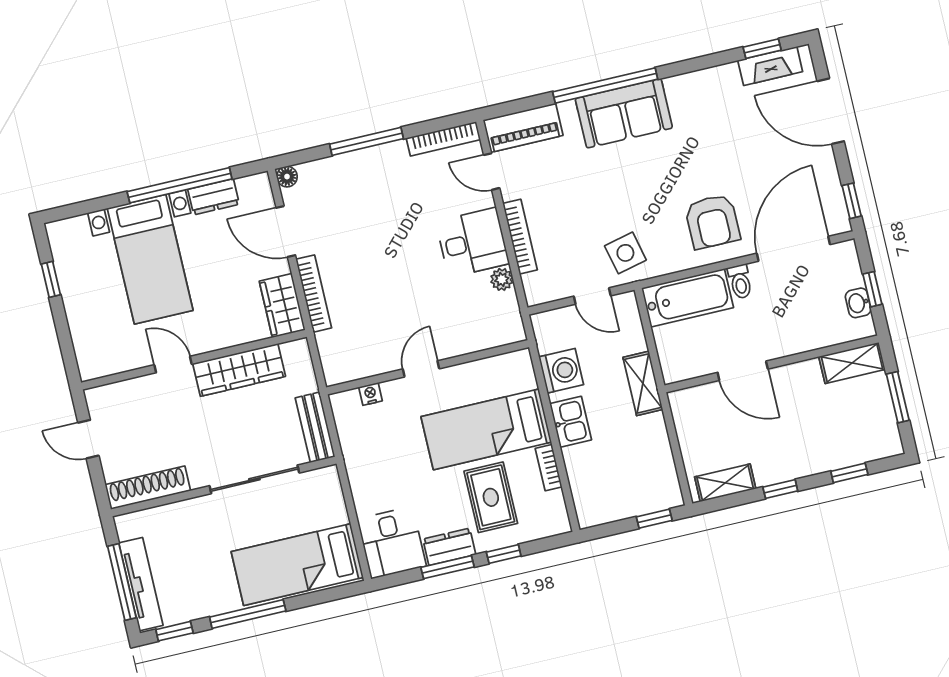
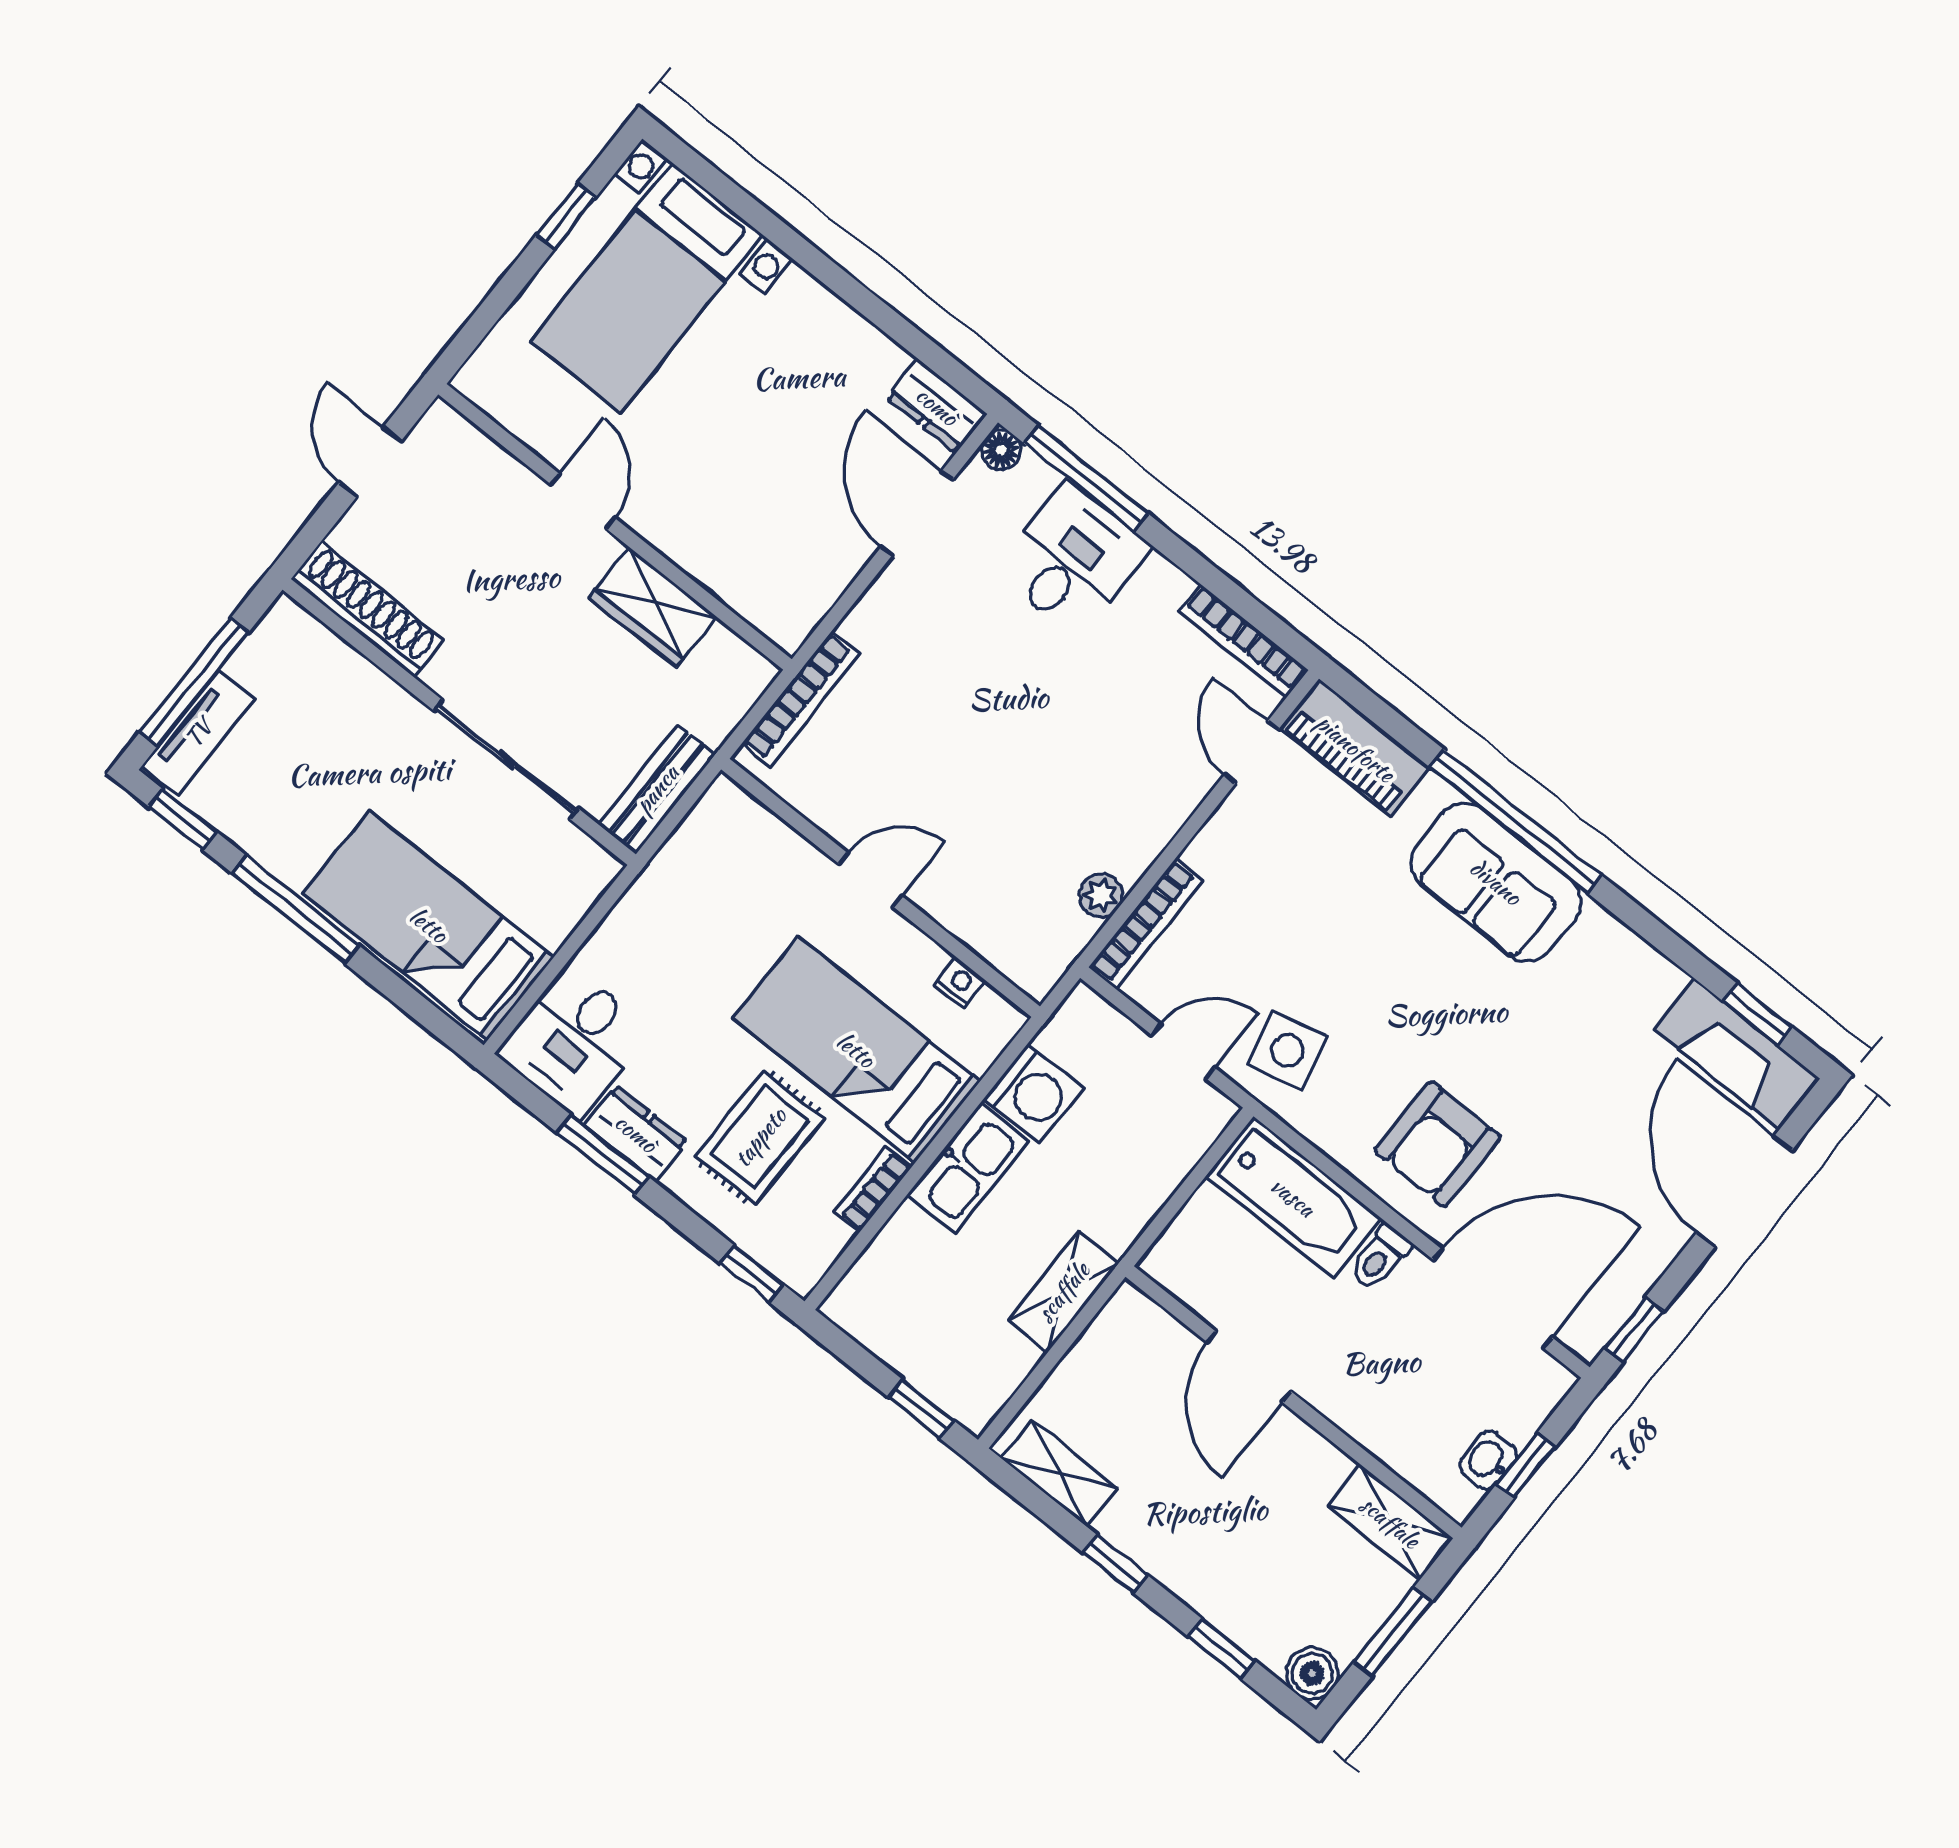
fireplace: (770, 66) -> (1736, 1053), width x1.37, depth x1.32
window: (367, 141) -> (1086, 478), moved
window: (180, 185) -> (861, 298), removed
dresser: (214, 197) -> (937, 406), moved
bookcase: (520, 237) -> (1146, 924), moved
desk: (473, 242) -> (1073, 559), moved, turned -90
bed with nightstands: (150, 259) -> (647, 288), moved
bookcase: (314, 294) -> (801, 699), moved
door: (592, 296) -> (1183, 1051), swing flipped
wardrobe: (282, 306) -> (801, 596), removed
wardrobe: (239, 370) -> (653, 607), width x0.67
shelving: (643, 383) -> (1063, 1292), moved
nightstand: (370, 394) -> (960, 983), moved
kitchen sink: (571, 422) -> (968, 1168), width x1.38
boiler: (889, 444) -> (1312, 1673), added
window: (504, 554) -> (752, 1273), moved
tv unit: (141, 584) -> (198, 733), width x0.71

